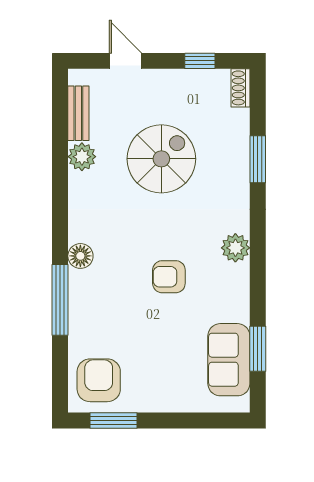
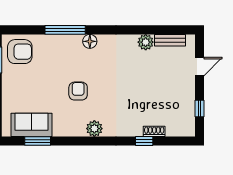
shoe rack: (240, 88) -> (154, 131), moved
spiral stairs: (161, 159) -> (144, 87), removed
window: (258, 159) -> (144, 141), width x0.67

